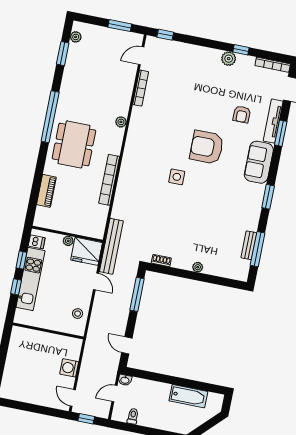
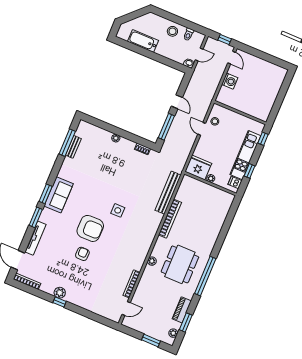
window: (120, 26) -> (151, 340), moved
window: (165, 35) -> (104, 321), removed
window: (241, 50) -> (60, 302), moved
armchair: (242, 114) -> (82, 254), moved
window: (281, 133) -> (36, 217), moved
dining table: (74, 144) -> (180, 264), moved
sofa: (259, 162) -> (59, 195), moved
piano: (46, 191) -> (182, 310), moved
window: (268, 197) -> (46, 194), moved
bench: (111, 246) -> (168, 193), moved
door: (96, 281) -> (202, 129), moved
window: (16, 287) -> (263, 139), moved
door: (127, 345) -> (177, 102), moved
stool: (154, 416) -> (172, 31), added

